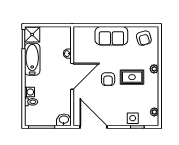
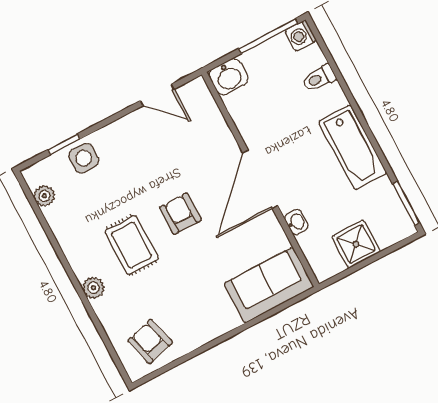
shower: (32, 35) -> (356, 244), moved
sofa: (111, 36) -> (269, 285), moved
bathtub: (32, 59) -> (353, 147), moved
rug: (132, 77) -> (131, 245), turned 90
washing machine: (30, 92) -> (301, 36), moved
door: (94, 127) -> (157, 95), width x0.53

